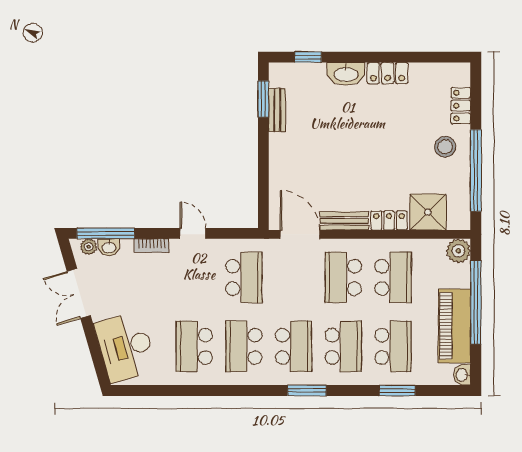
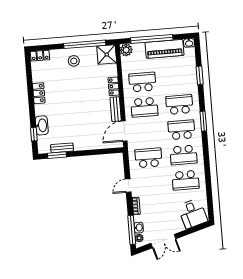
washbasin: (346, 74) -> (42, 125), moved
locker: (461, 106) -> (40, 56), moved
shower: (428, 212) -> (107, 55), moved
school desk: (393, 346) -> (177, 79), removed
desk: (126, 347) -> (193, 214), width x0.73

